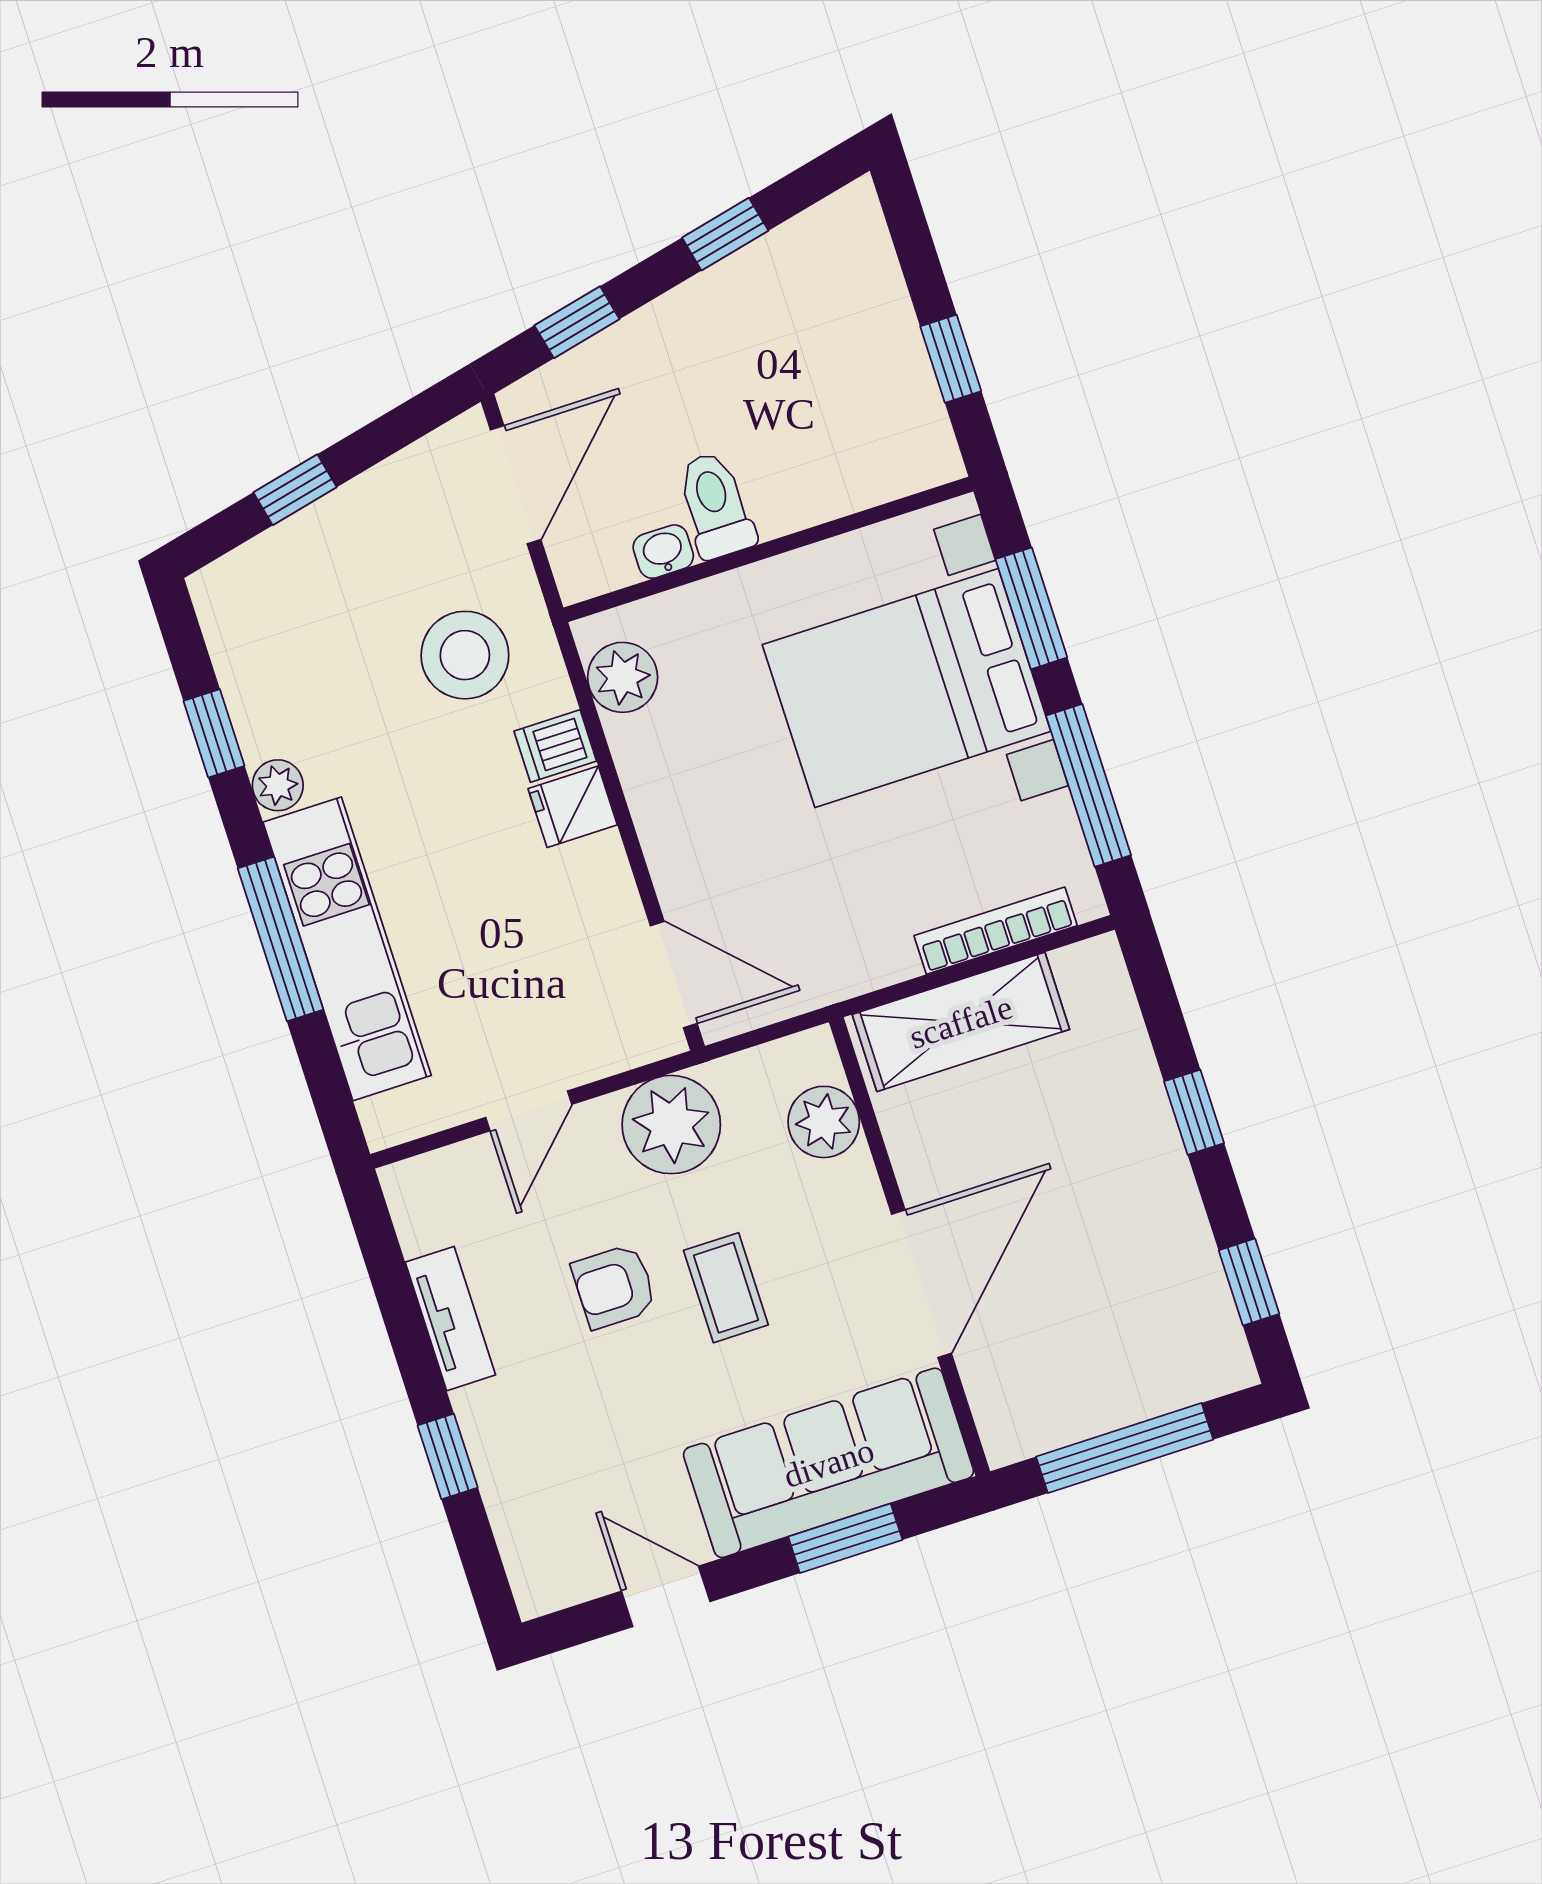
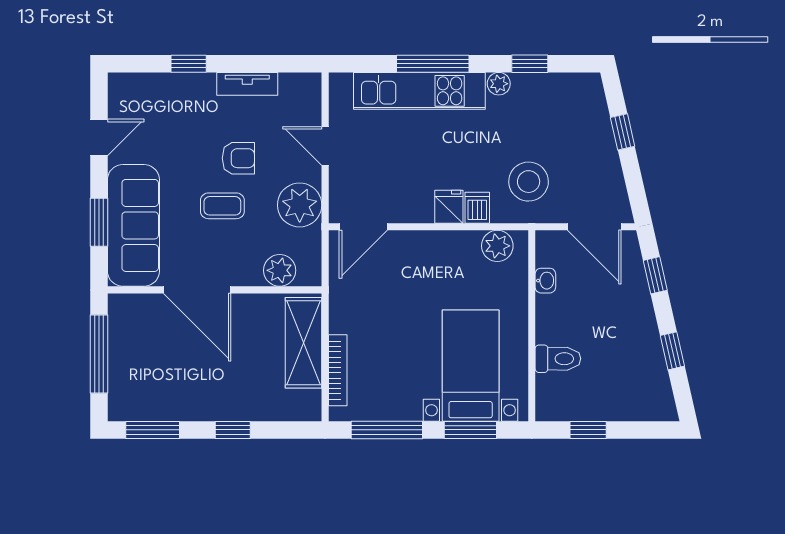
toilet: (716, 505) -> (558, 359), moved
bed with nightstands: (907, 688) -> (471, 366), width x0.73
window: (1249, 1282) -> (153, 430), width x1.50
armchair: (614, 1286) -> (238, 158), turned 90

